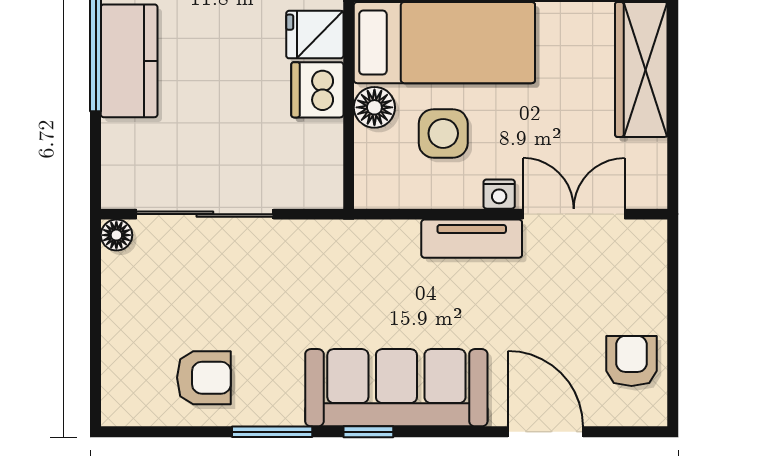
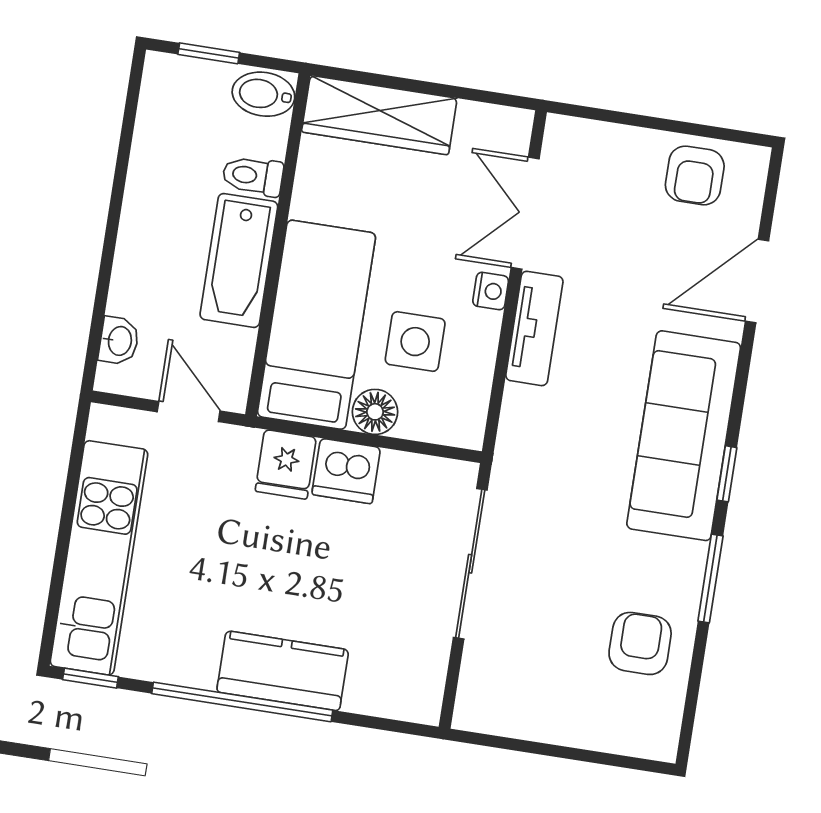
sliding door: (205, 214) -> (470, 564), moved
floor lamp: (116, 235) -> (470, 714), removed
armchair: (632, 361) -> (695, 175), turned -90

